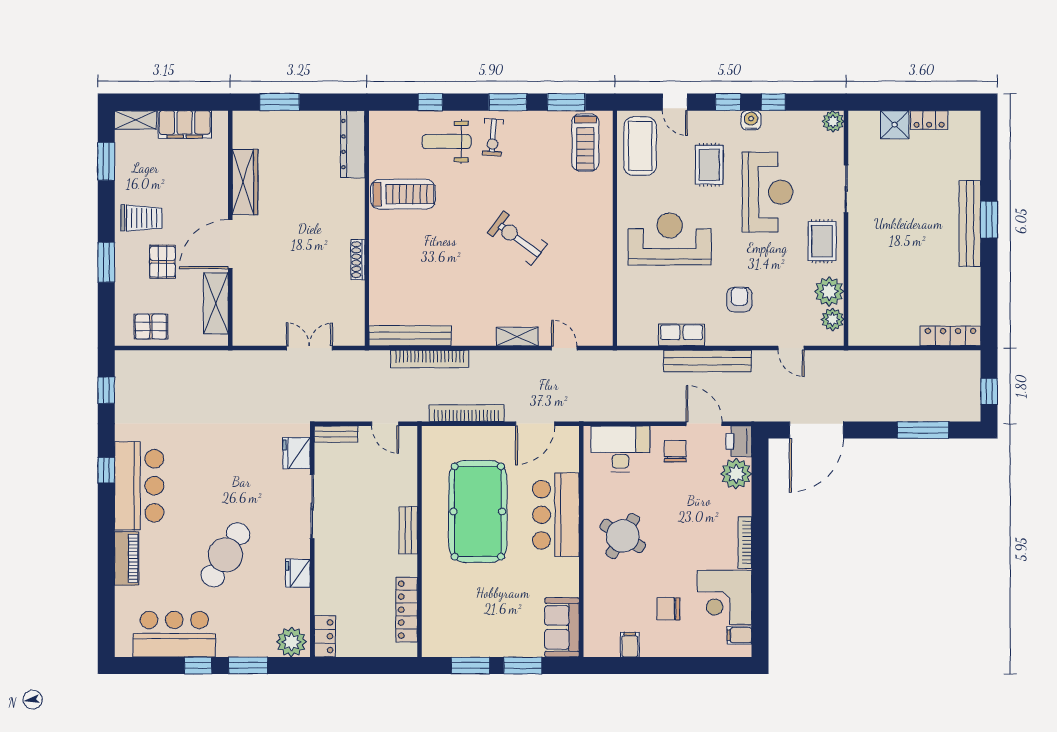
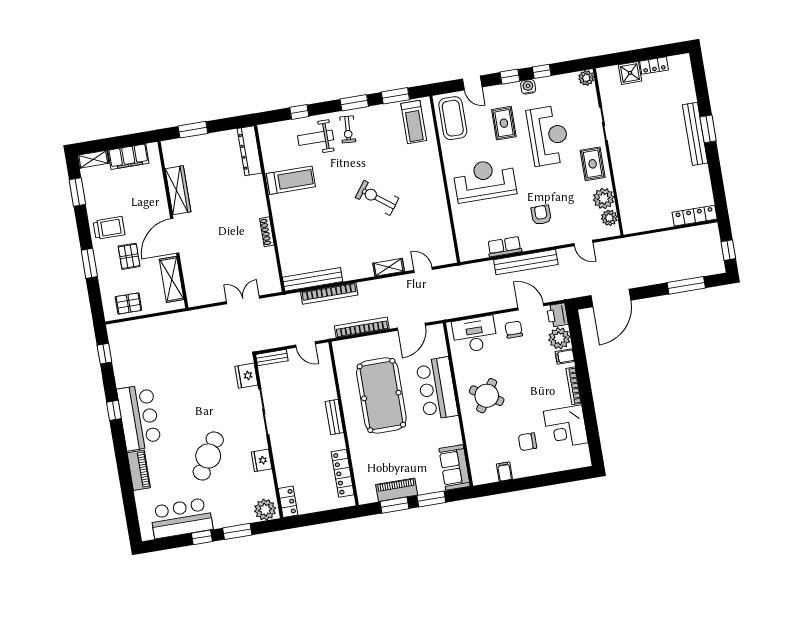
filing cabinet: (739, 635) -> (565, 356), moved
piano: (477, 645) -> (397, 490), added

